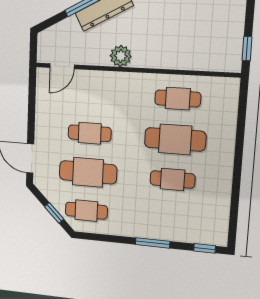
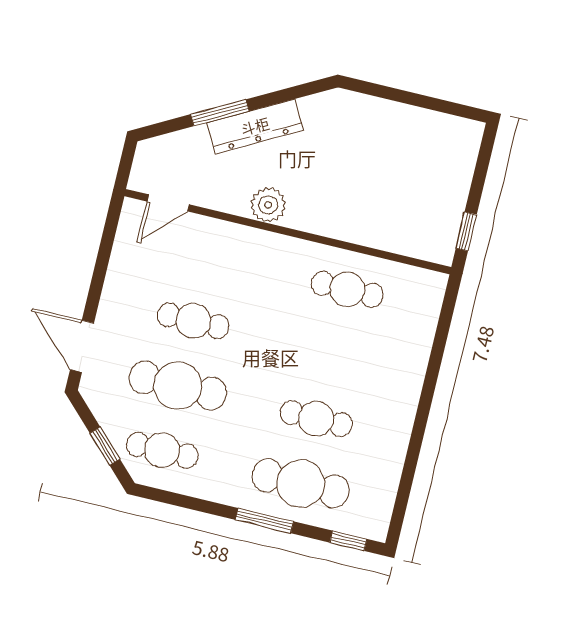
cafe table: (175, 139) -> (301, 483), moved

